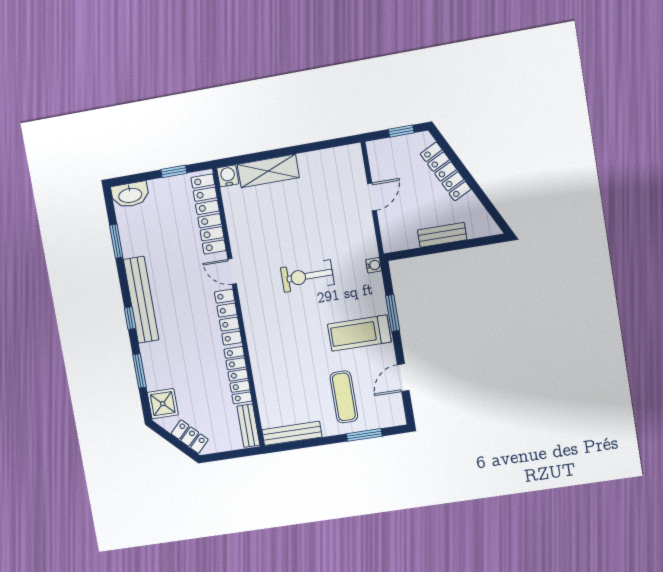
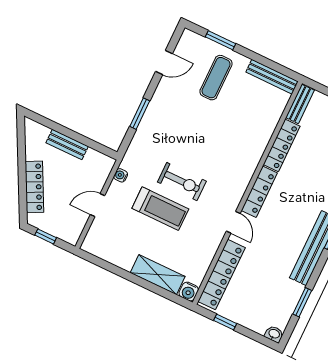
washbasin: (130, 195) -> (274, 334), width x0.52, depth x0.69
water cooler: (374, 265) -> (121, 175), moved
treadmill: (359, 333) -> (160, 209), moved

